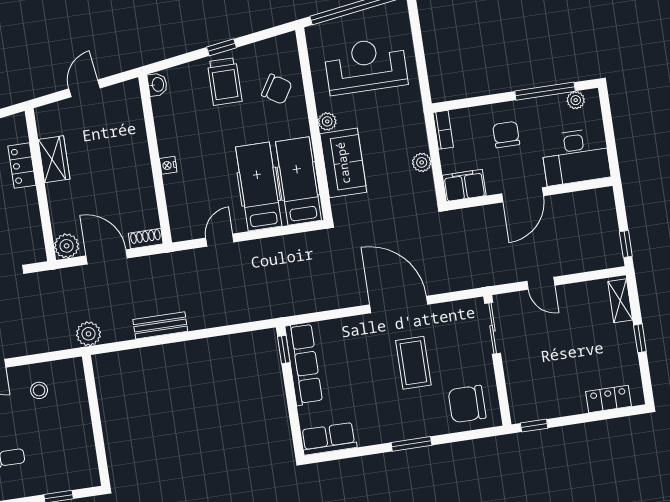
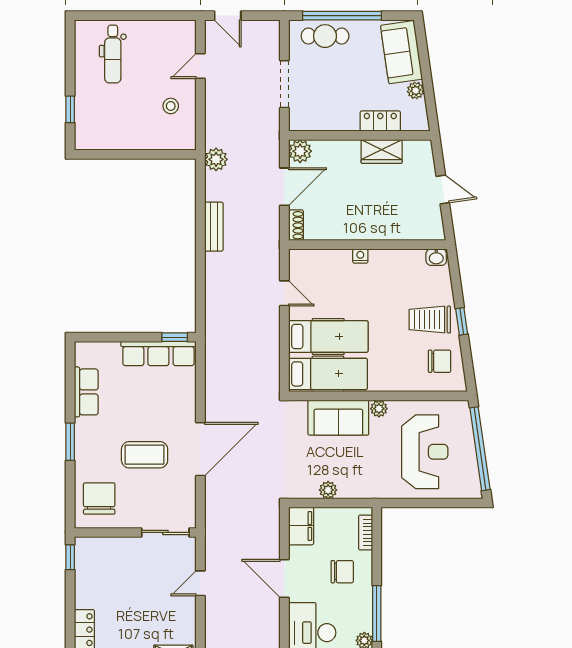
chair: (277, 89) -> (440, 361), moved, turned -122
bookcase: (443, 130) -> (366, 532), moved, turned 90
row of seats: (329, 439) -> (86, 392), moved

